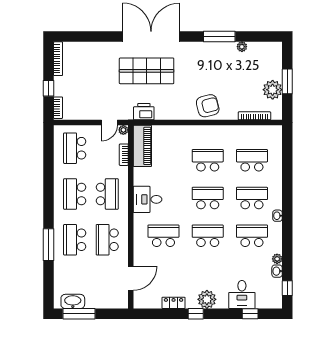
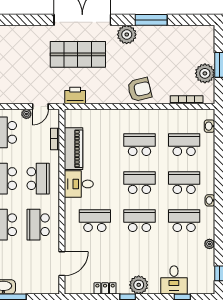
plant: (242, 47) -> (127, 34), moved, width x1.88, depth x1.88
plant: (123, 130) -> (26, 114), moved
piano: (142, 146) -> (74, 149), moved
washbasin: (277, 271) -> (209, 126), moved

